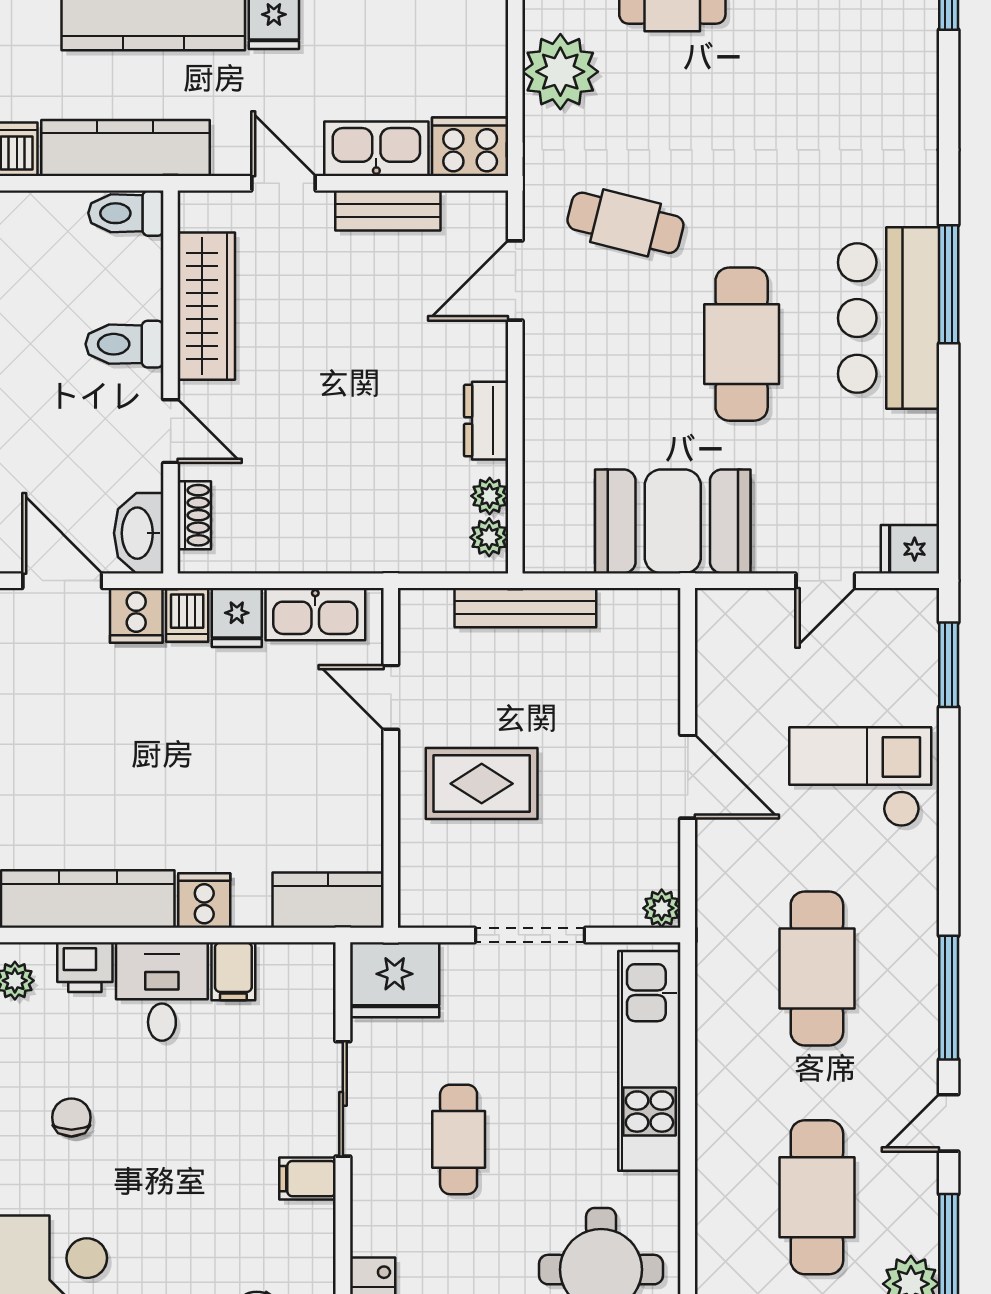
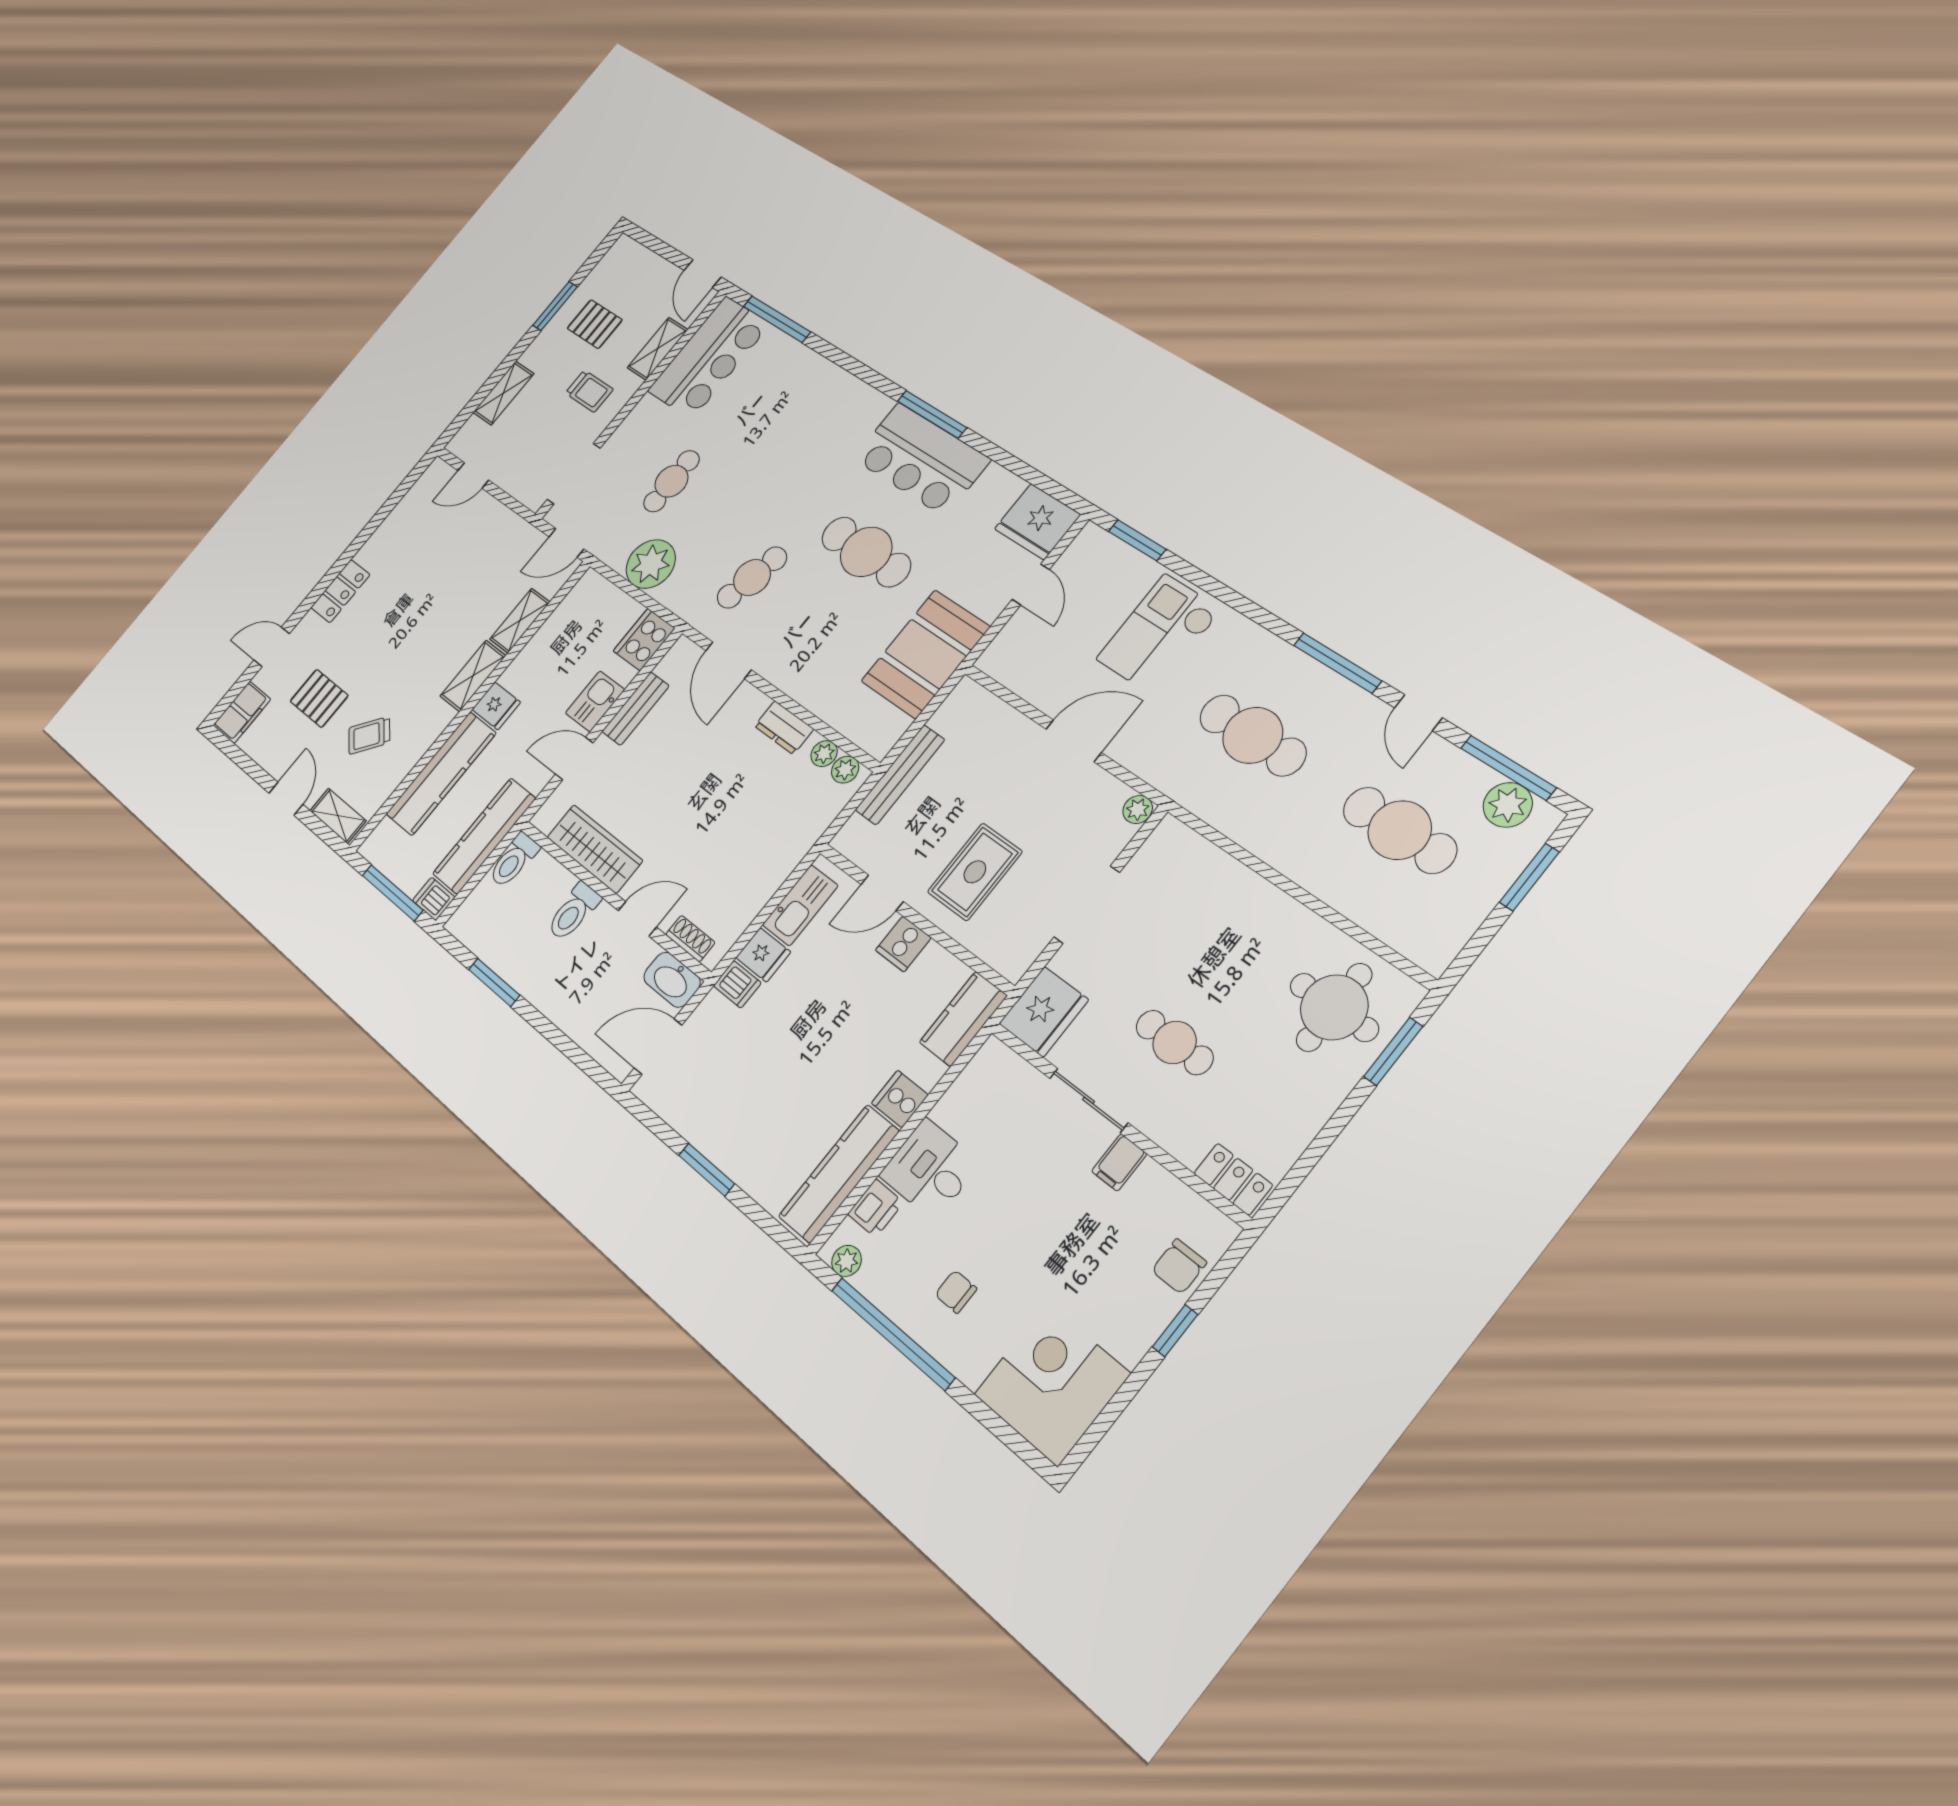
kitchen sink: (376, 149) -> (595, 701), width x0.73
fridge: (910, 549) -> (1038, 522), width x1.88, depth x1.34
cooker: (136, 615) -> (903, 944), moved, turned 90
filing cabinet: (233, 971) -> (955, 1113), removed
kitchen unit: (649, 1061) -> (1225, 882), removed

